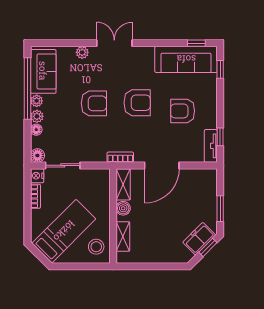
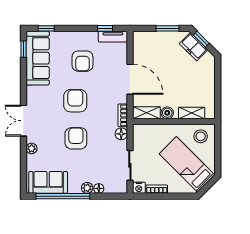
plant: (37, 101) -> (74, 188), removed
floor lamp: (37, 155) -> (121, 134), moved

